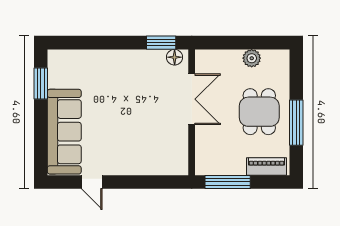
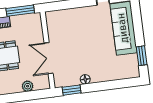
floor lamp: (175, 57) -> (85, 79), moved
plant: (252, 58) -> (28, 86), moved

